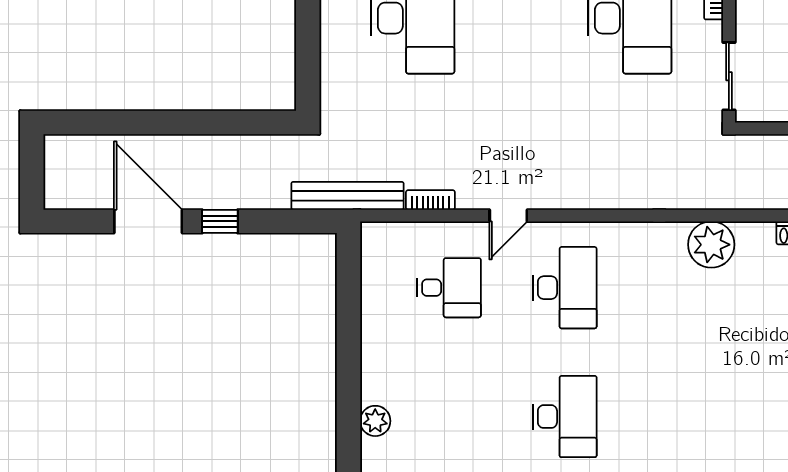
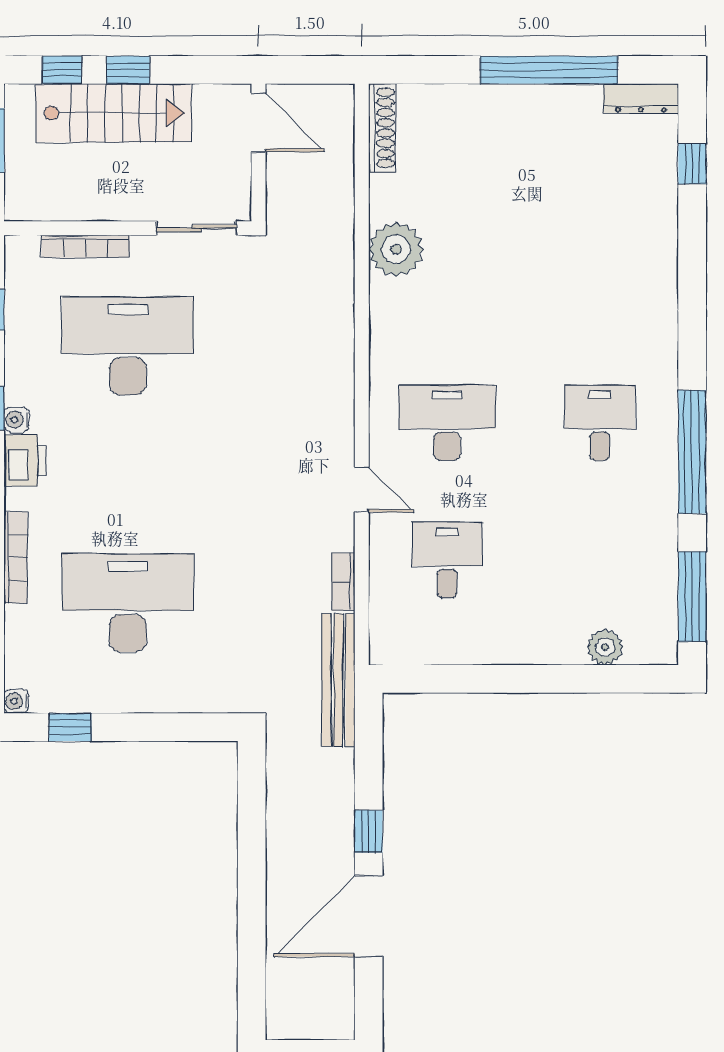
desk: (565, 417) -> (600, 423), width x0.73

